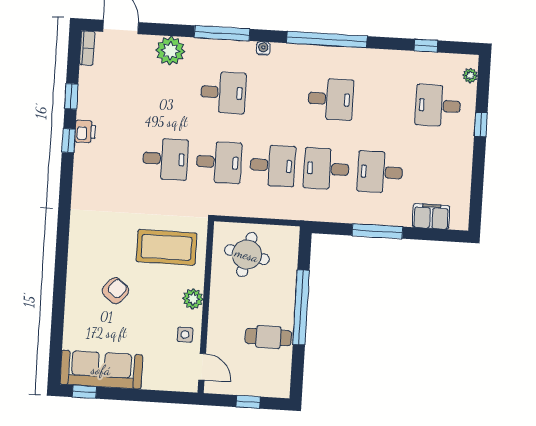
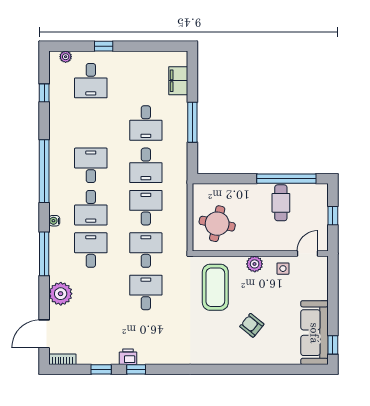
desk: (277, 96) -> (91, 208), added
window: (301, 307) -> (286, 179), moved

